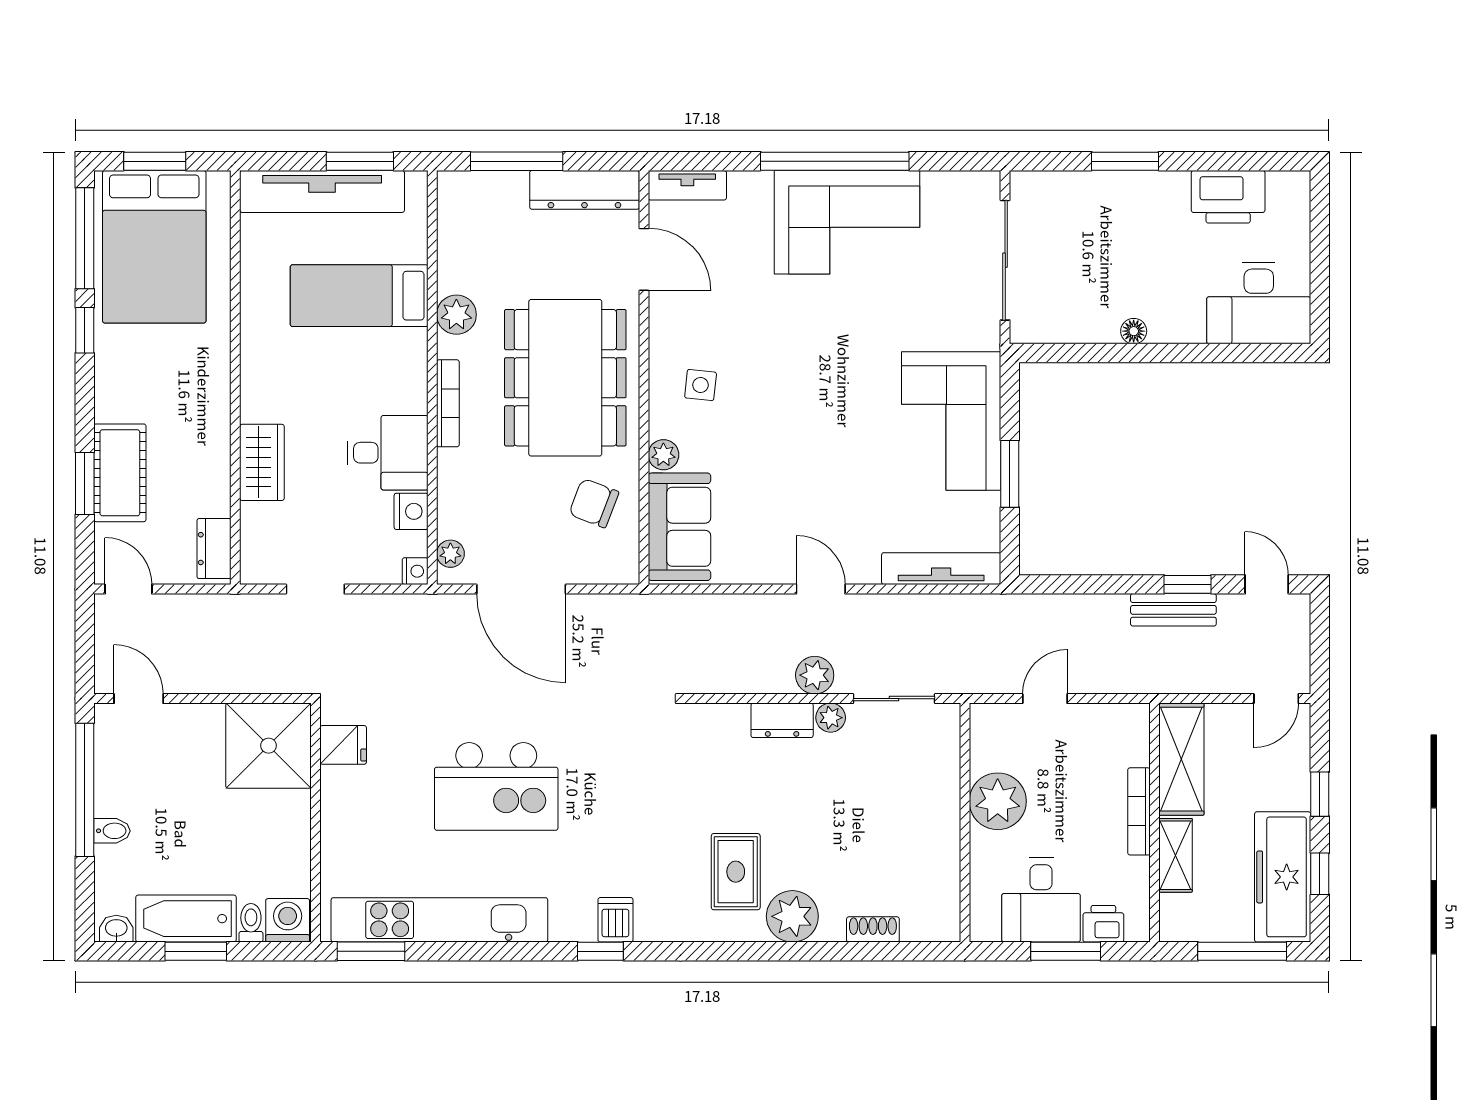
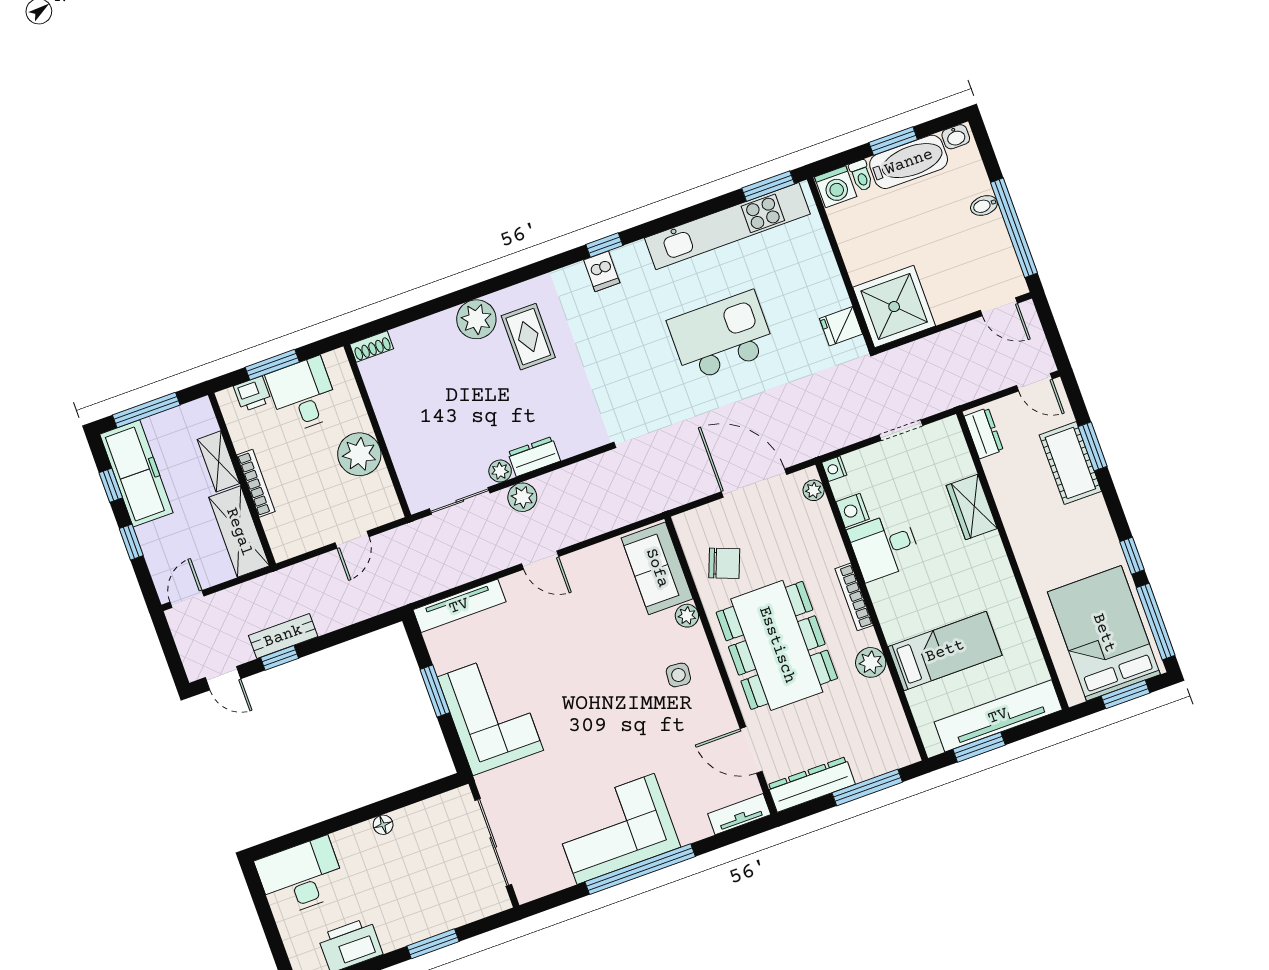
shoe rack: (873, 929) -> (372, 346), moved

